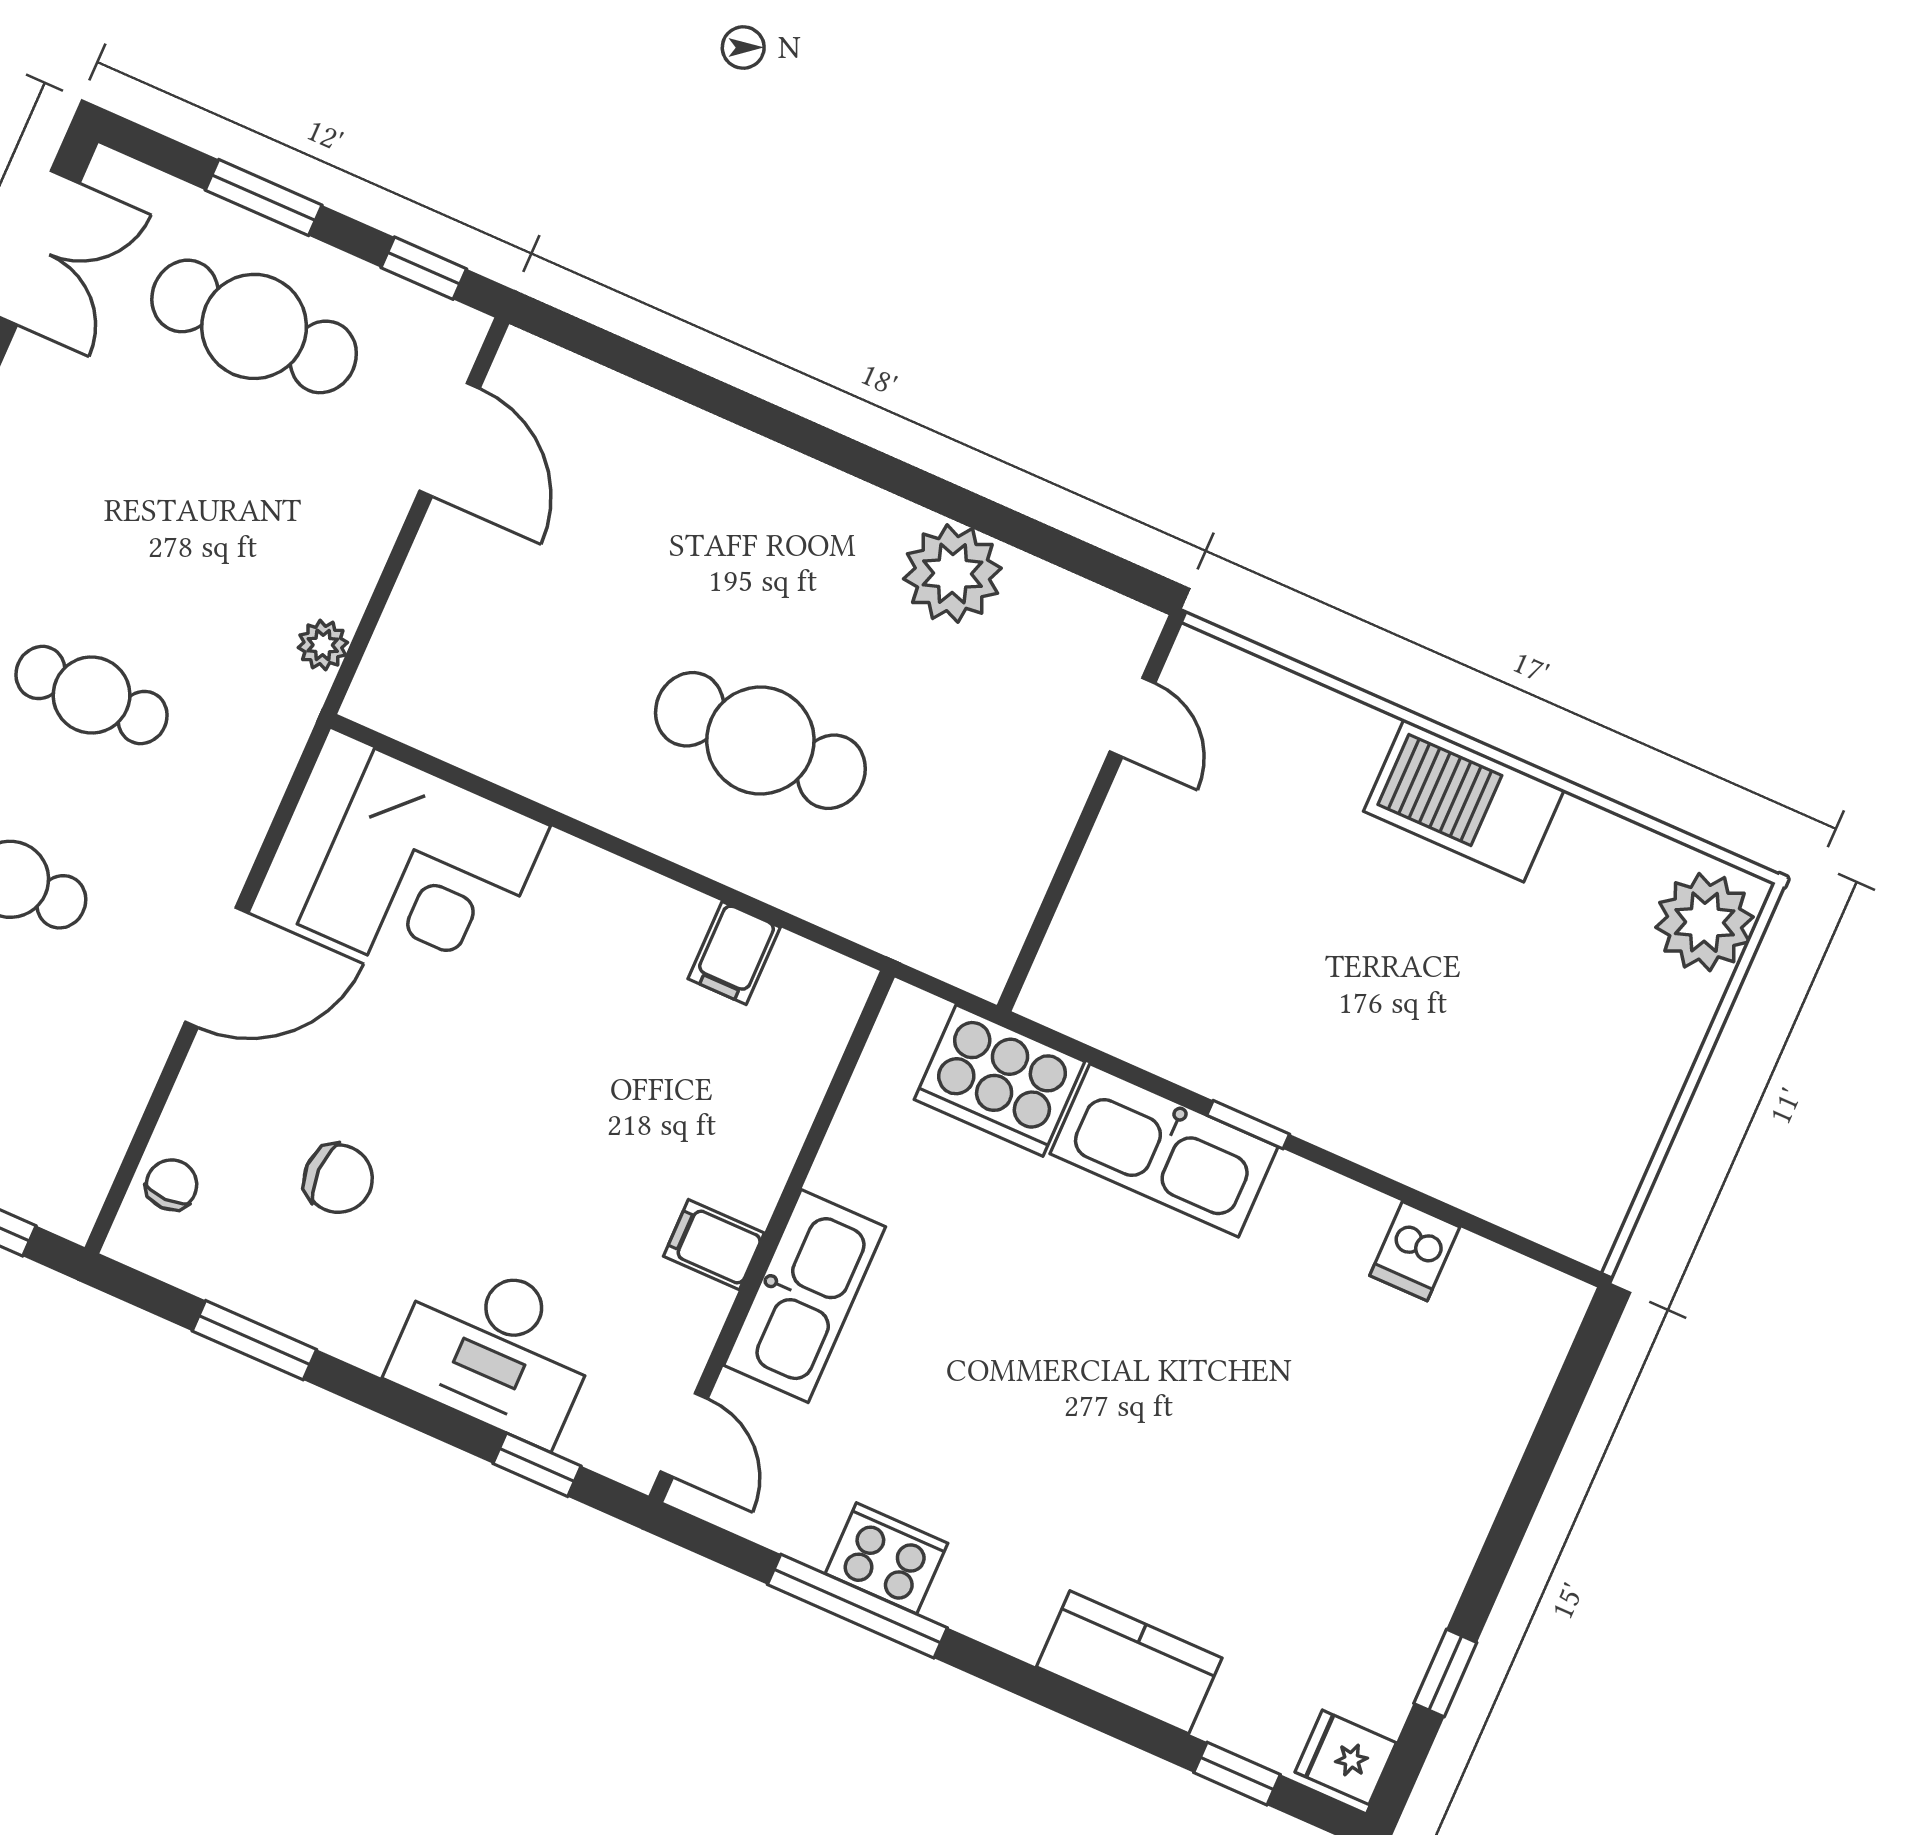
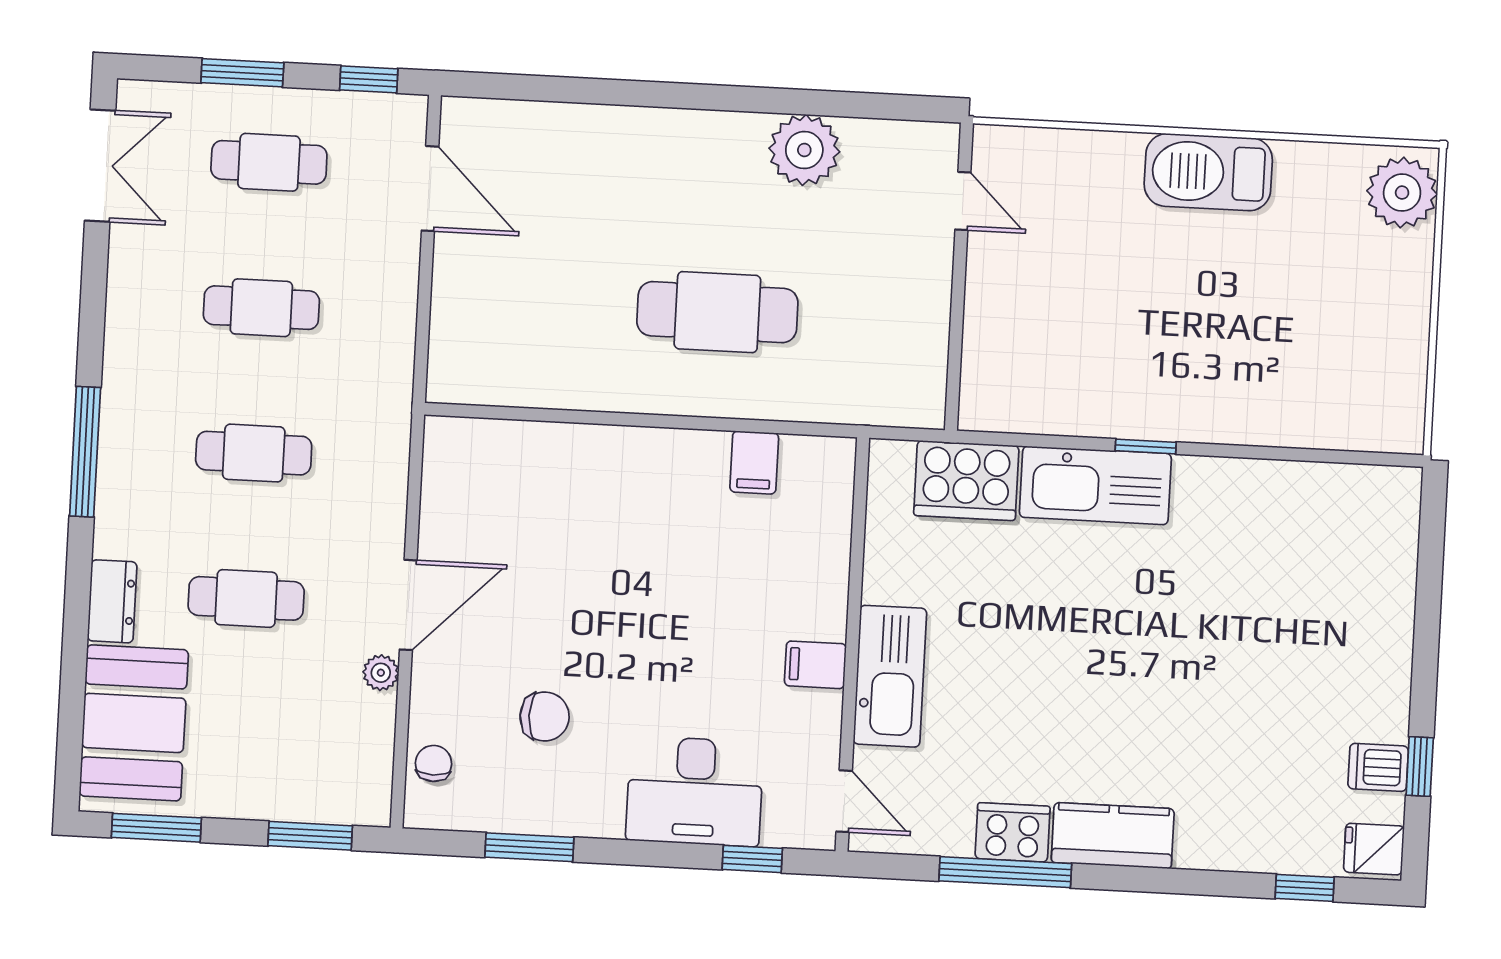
cafe table: (254, 326) -> (269, 162), width x0.73, depth x0.74
cafe table: (173, 511) -> (261, 308), added
plant: (323, 645) -> (381, 673), moved
corner desk: (424, 875) -> (524, 489), removed
dishwasher: (1415, 1251) -> (1378, 767), moved, turned 90
kitchen counter: (1129, 1662) -> (1113, 836), moved

